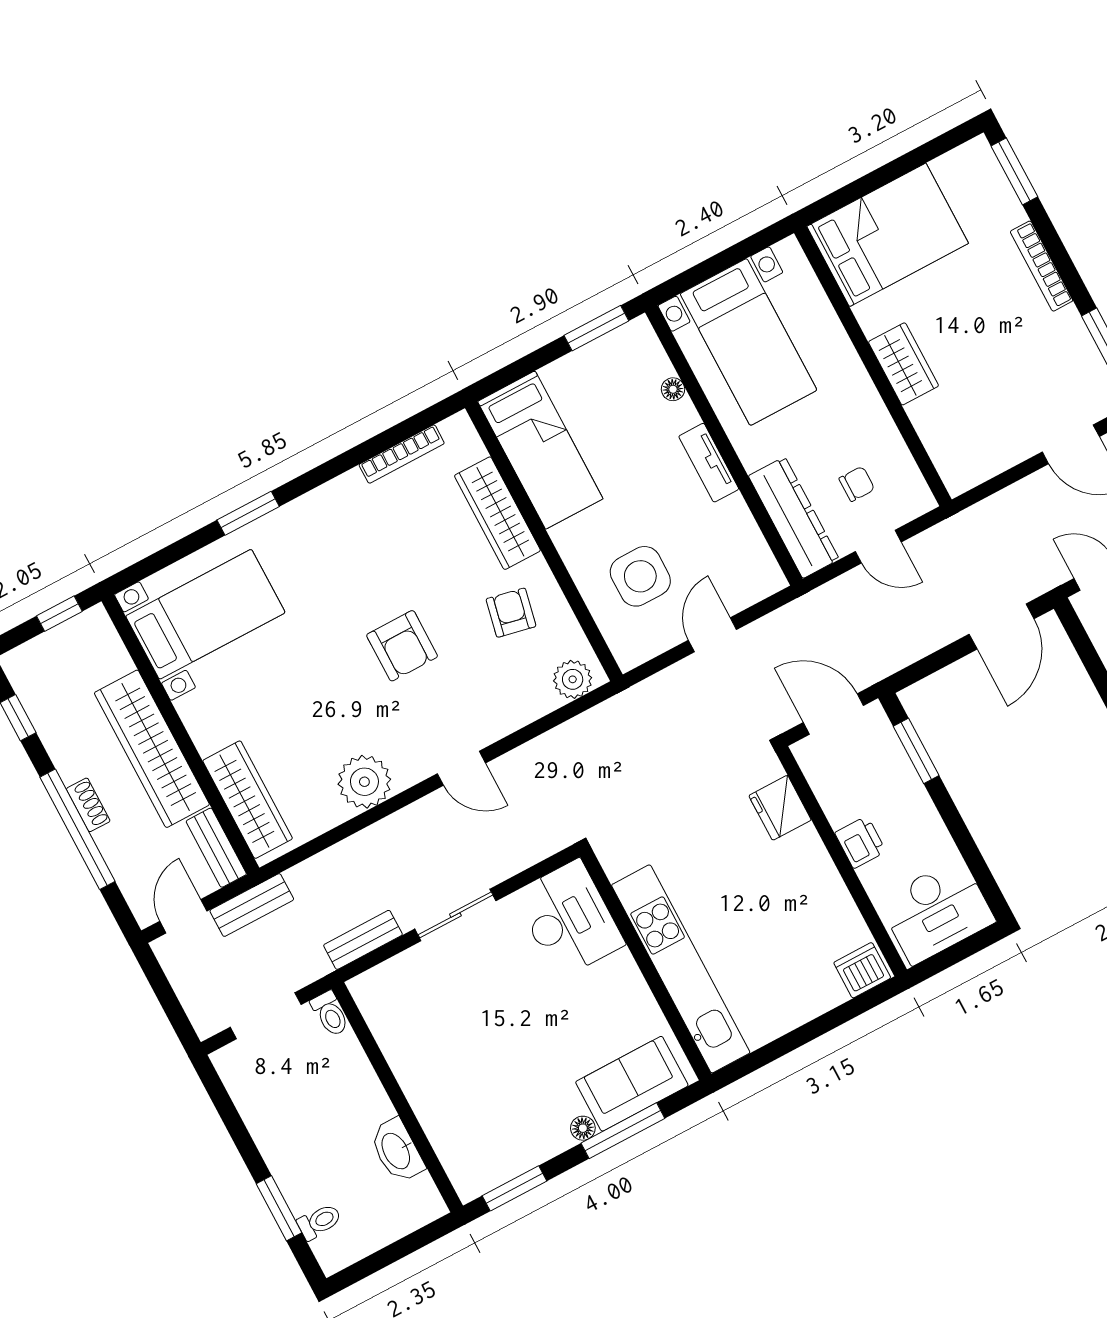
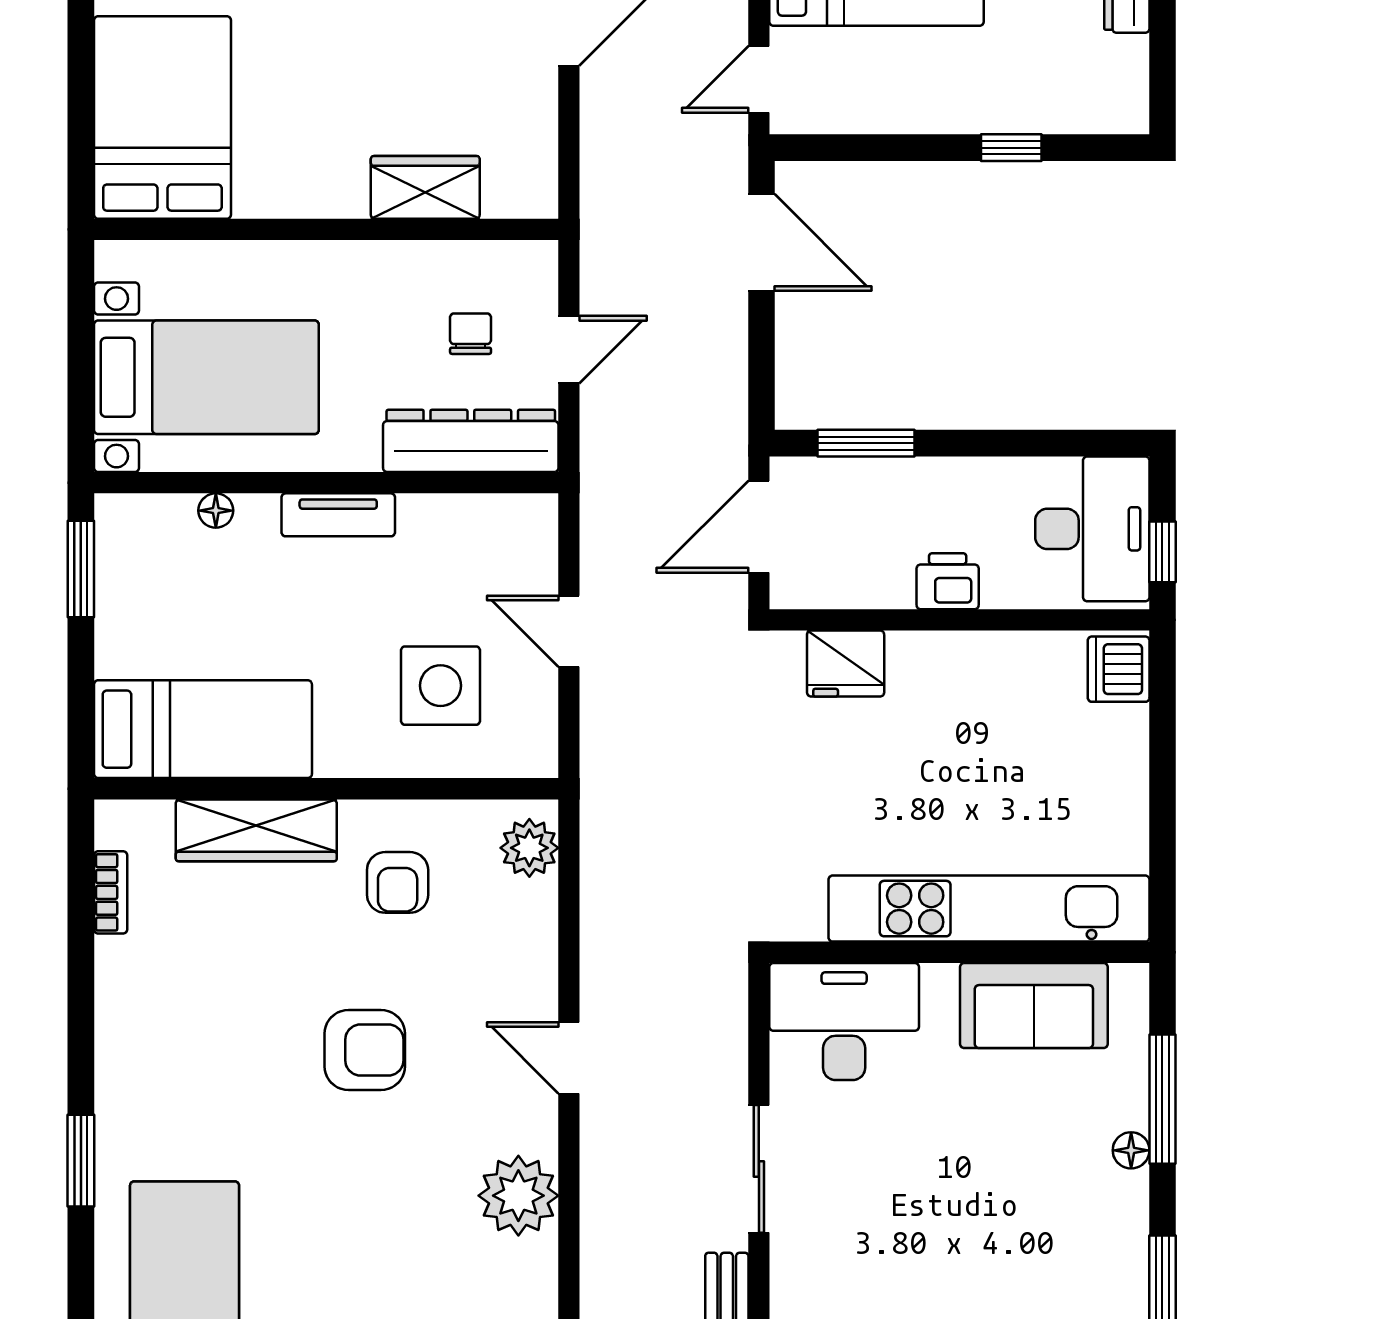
wardrobe: (903, 364) -> (425, 187), moved
bookcase: (402, 454) -> (111, 892), width x0.64
armchair: (511, 613) -> (398, 882), turned -102
door: (461, 768) -> (569, 1058), swing flipped
window: (945, 959) -> (1162, 552), added
sofa: (632, 1084) -> (1034, 1005), moved, turned -90

